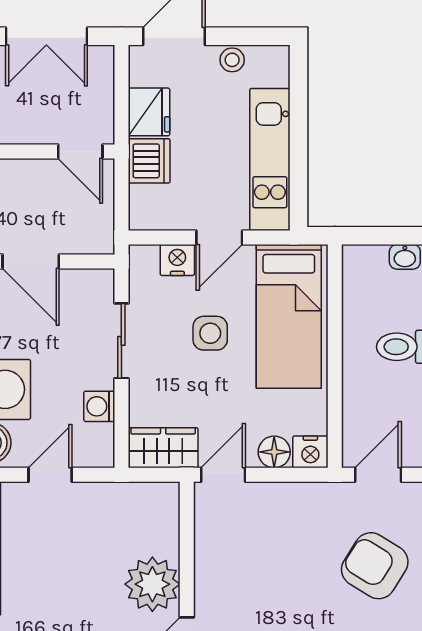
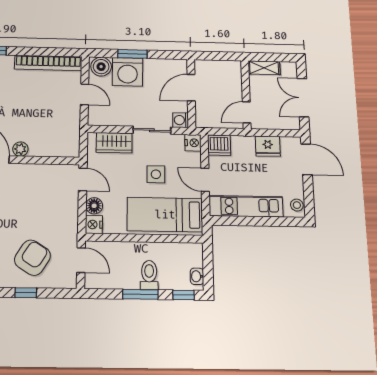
stool: (232, 60) -> (297, 205), moved
dishwasher: (149, 161) -> (219, 145), moved
nightstand: (177, 260) -> (193, 143), moved
washing machine: (99, 406) -> (181, 120), moved, turned -90
wardrobe: (163, 448) -> (114, 143), moved, turned 90
plant: (152, 584) -> (20, 149), width x0.53, depth x0.53

